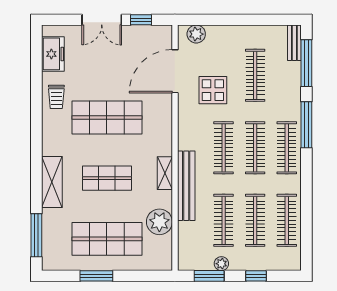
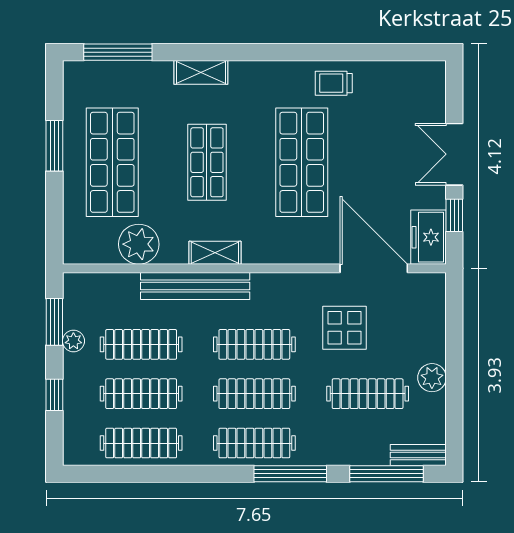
plant: (196, 34) -> (432, 378), moved
freezer: (53, 54) -> (428, 237), moved, turned 90
shelving: (52, 182) -> (201, 72), width x0.67, depth x0.75

